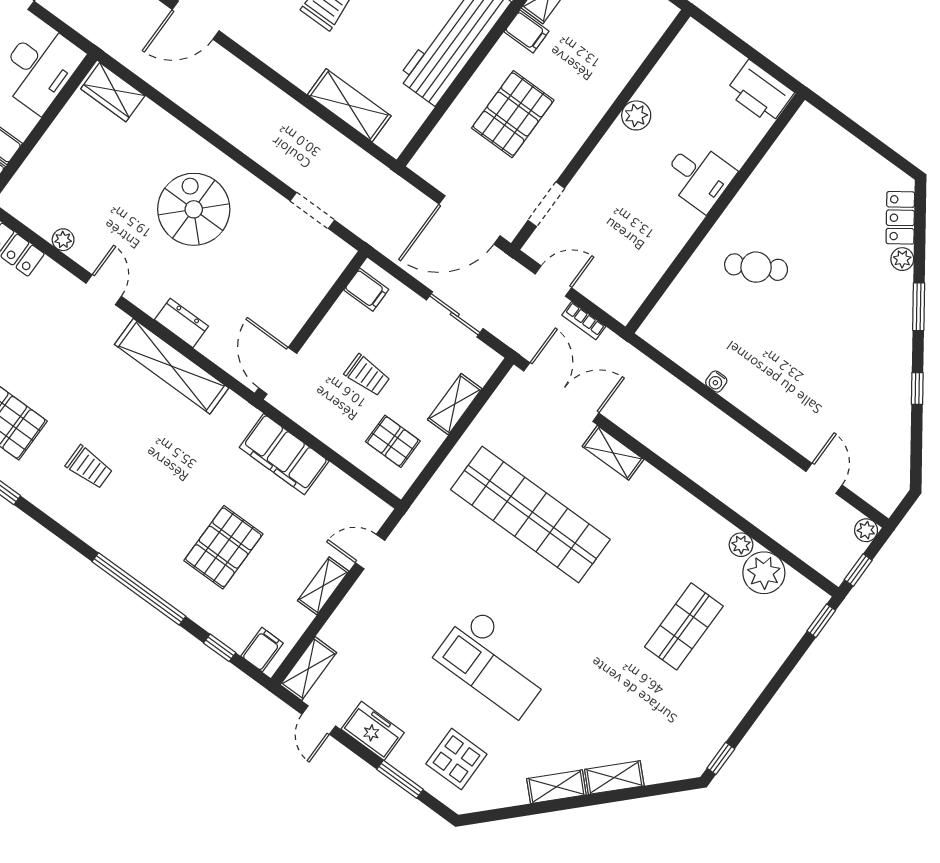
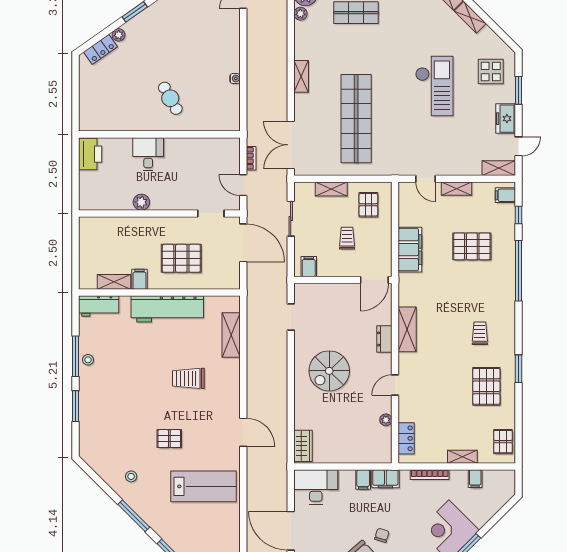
shelving: (172, 366) -> (407, 329), width x0.68
shelving: (613, 453) -> (301, 76), moved

